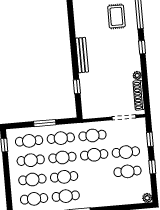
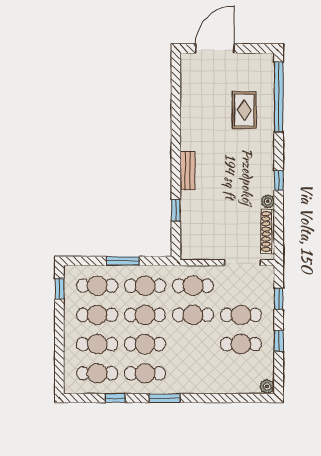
window: (142, 47) -> (279, 180), moved
bench: (82, 55) -> (188, 171), width x0.73

